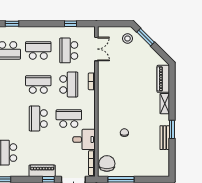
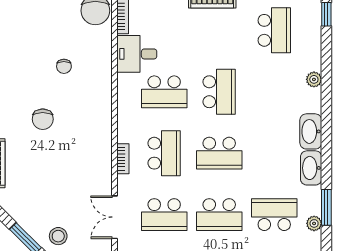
school desk: (69, 50) -> (164, 215), turned 90
school desk: (69, 84) -> (164, 153), turned 180
chair: (136, 103) -> (43, 119), added

